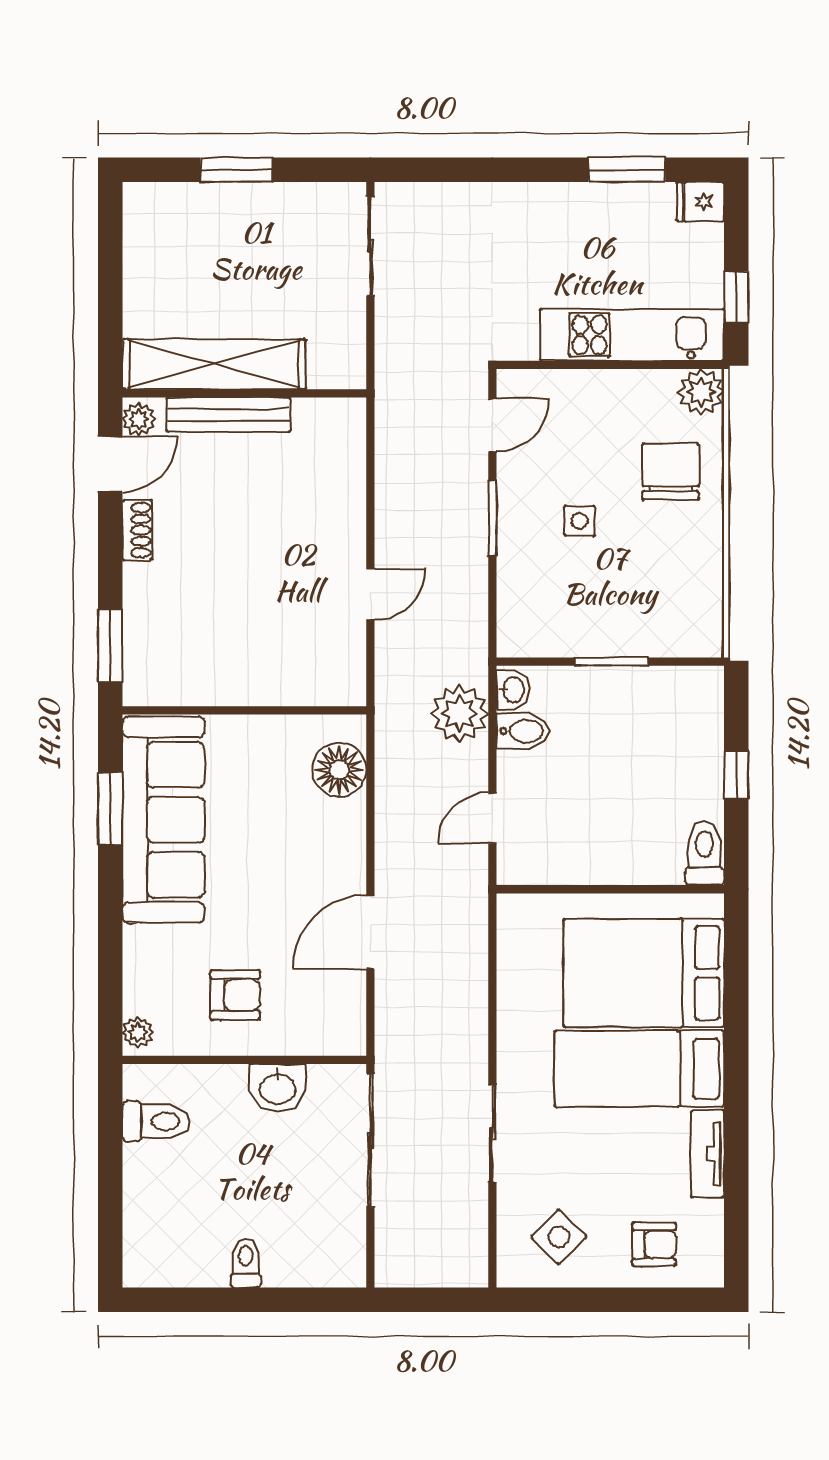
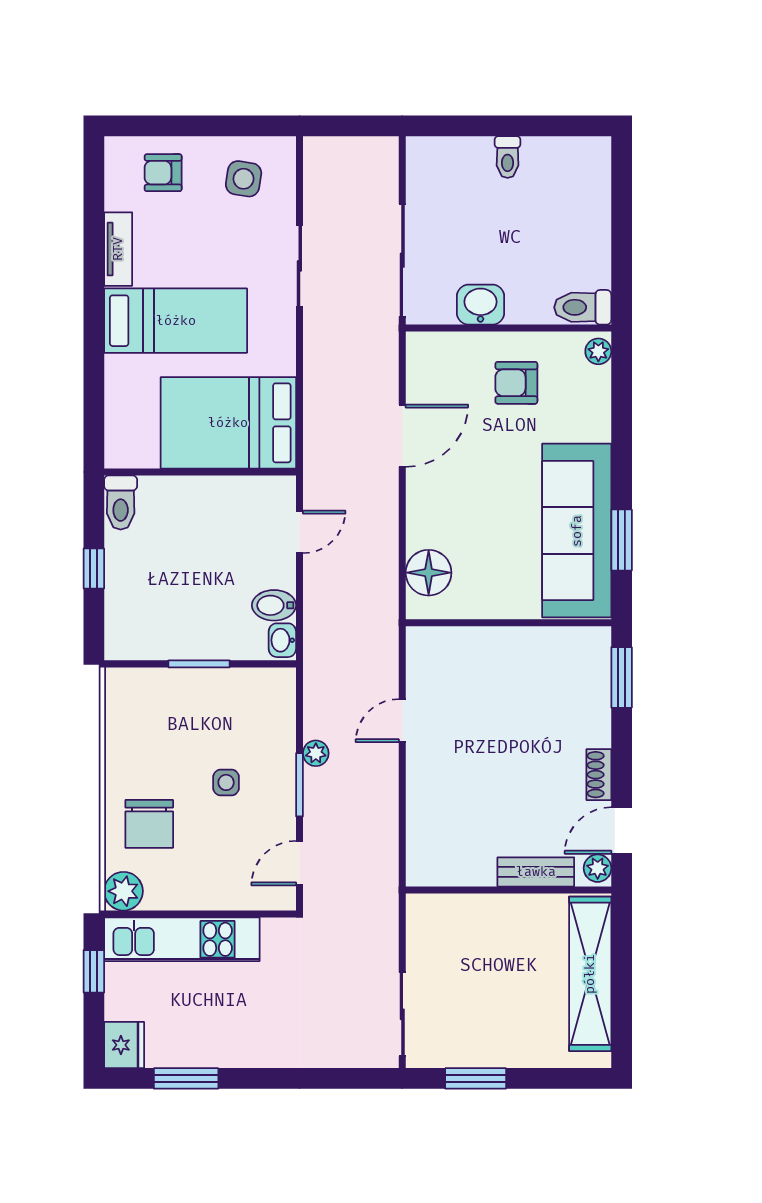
window: (237, 170) -> (476, 1078), moved
fridge: (700, 202) -> (124, 1045), width x1.38
shelving: (214, 364) -> (590, 974), moved, turned 90
bench: (228, 415) -> (536, 872), width x0.73
plant: (460, 714) -> (316, 753), moved, width x0.53, depth x0.53
bed: (644, 973) -> (228, 423), moved, turned 180
toilet: (156, 1121) -> (583, 307), moved
side table: (559, 1237) -> (244, 179), turned -36

